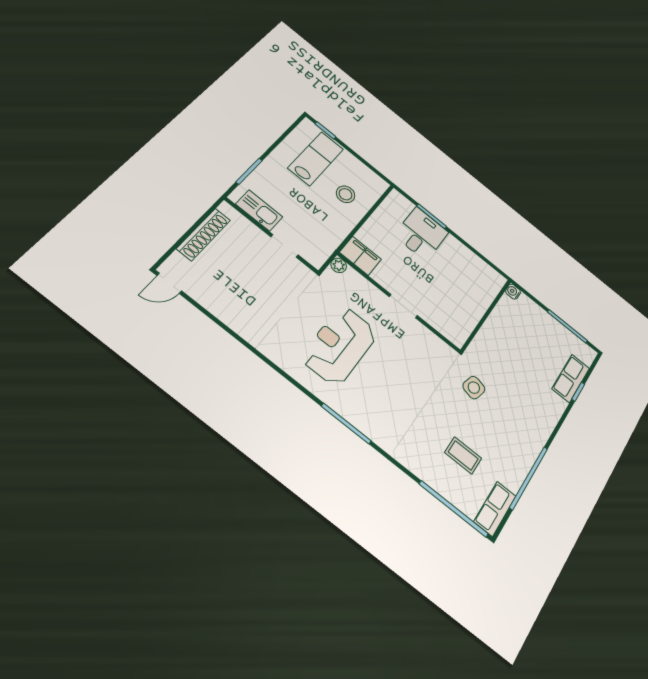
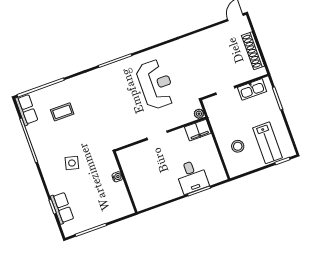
water cooler: (513, 292) -> (117, 177), moved
side table: (474, 388) -> (72, 163), moved

